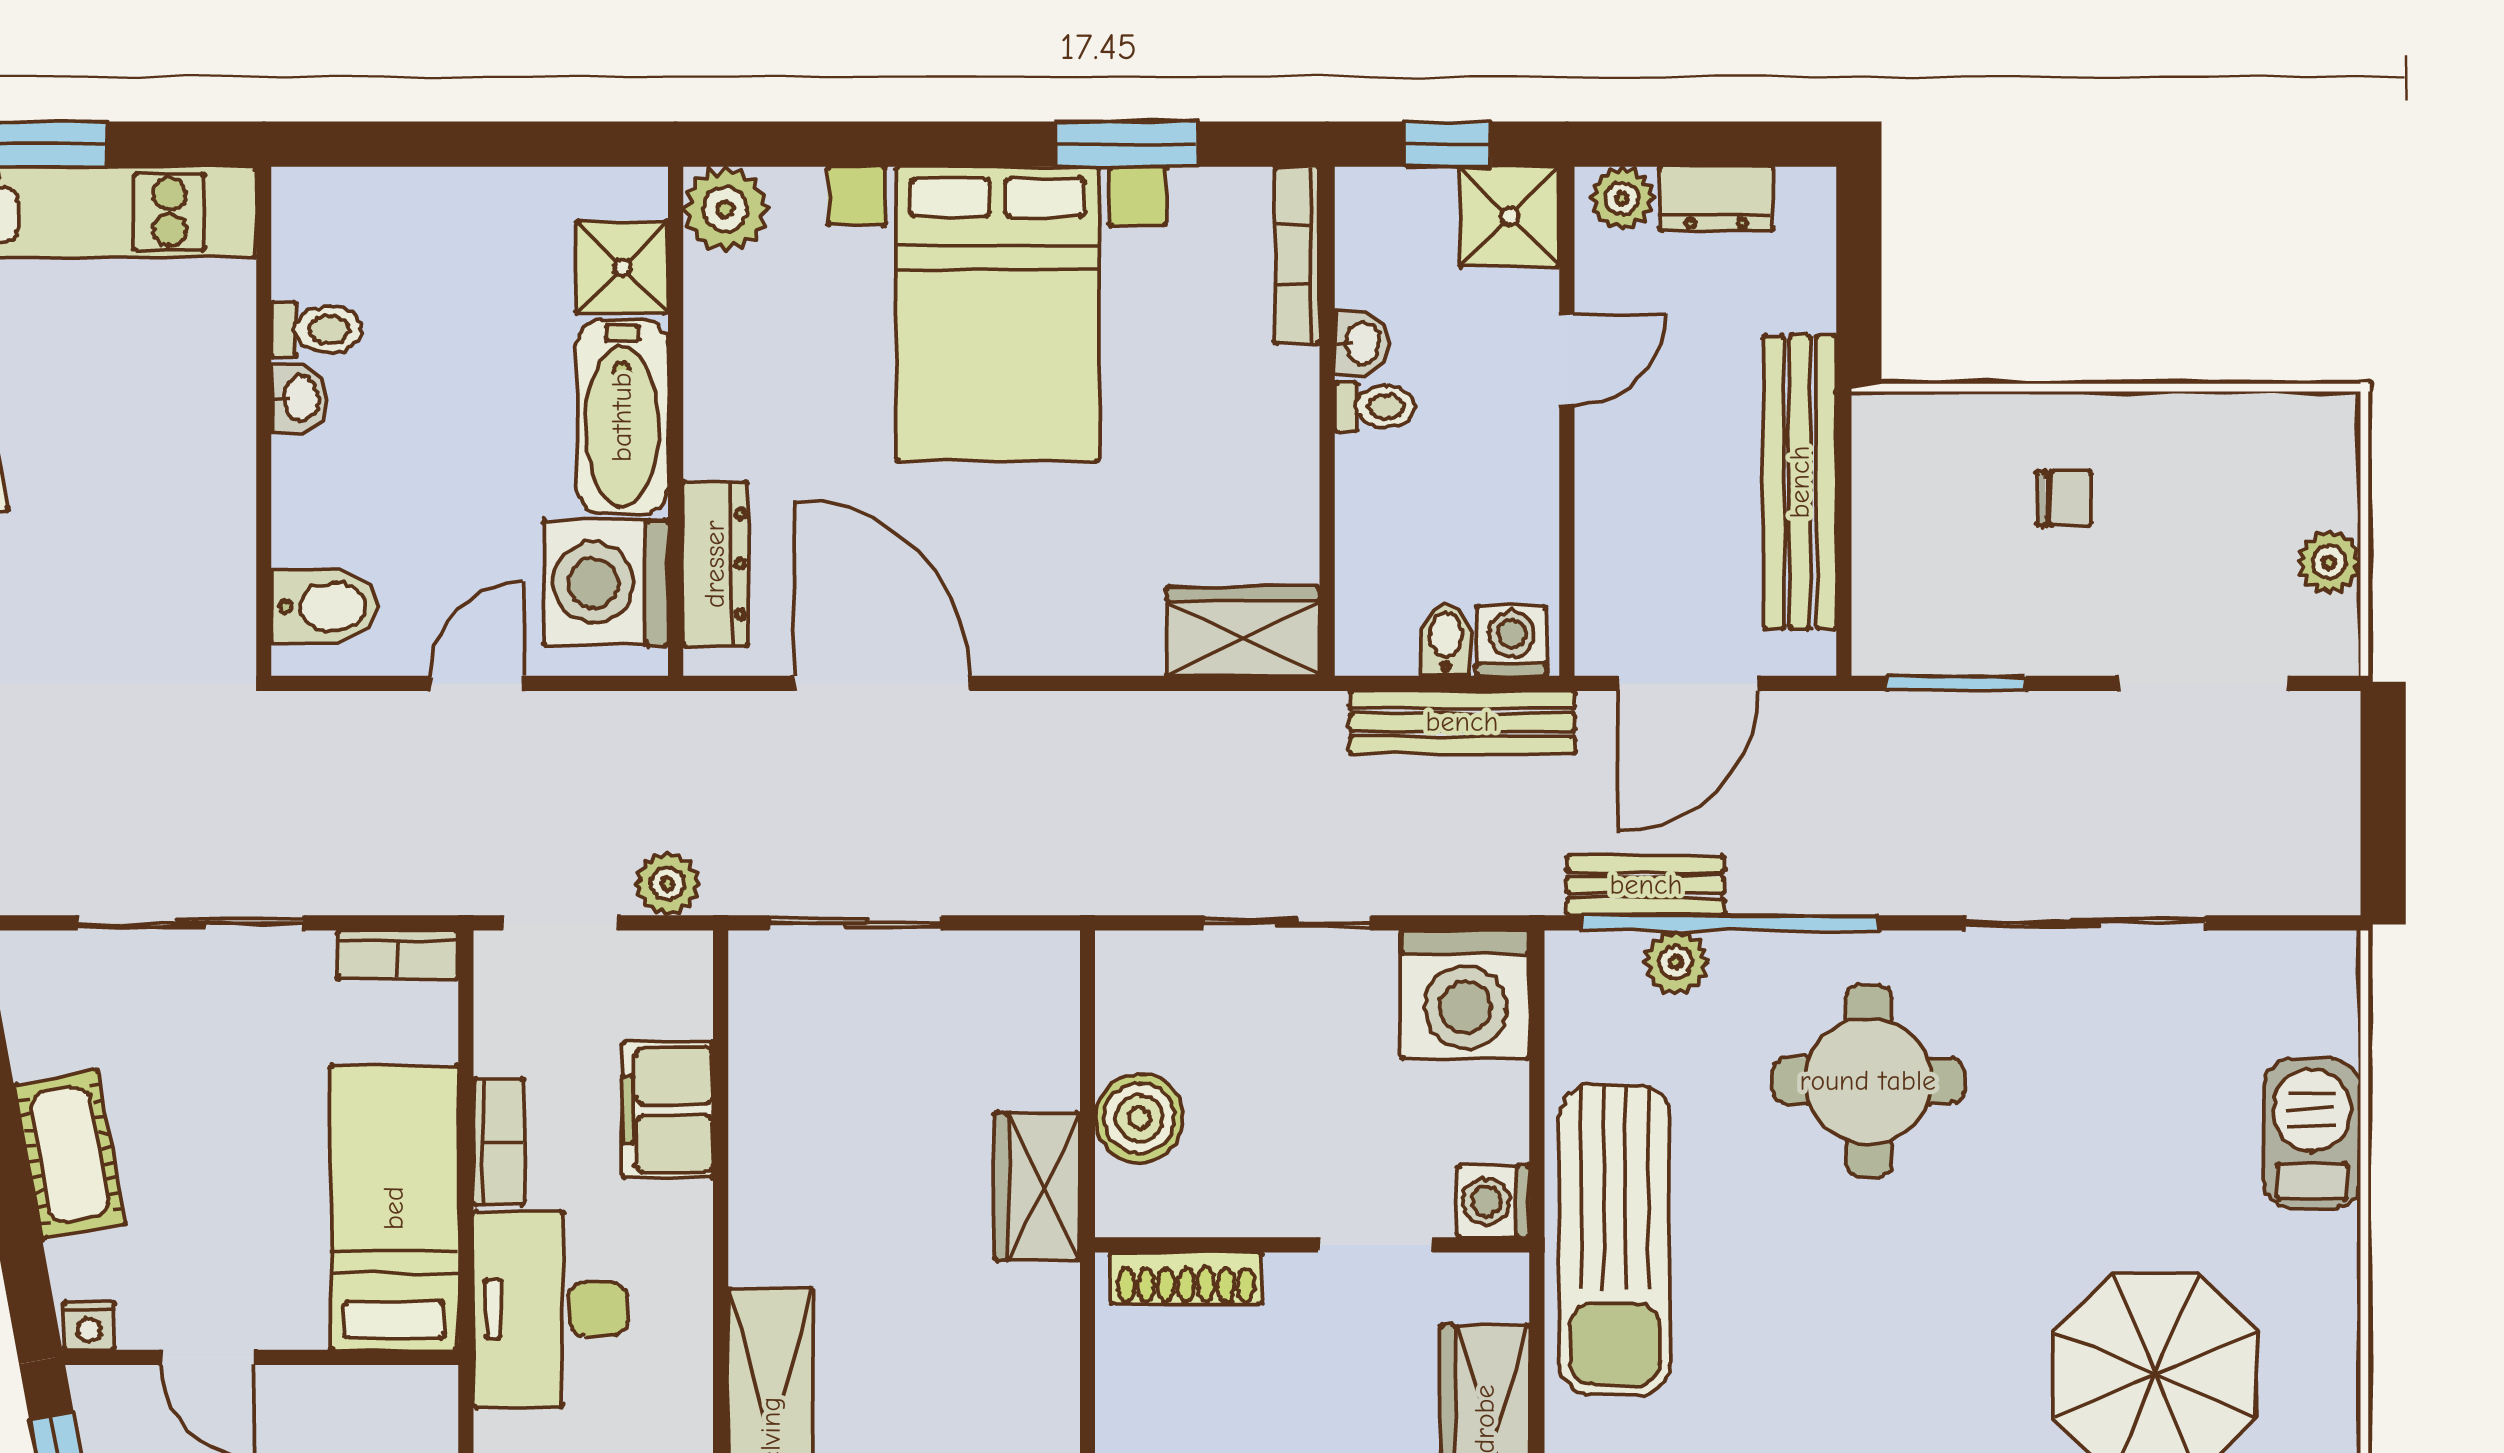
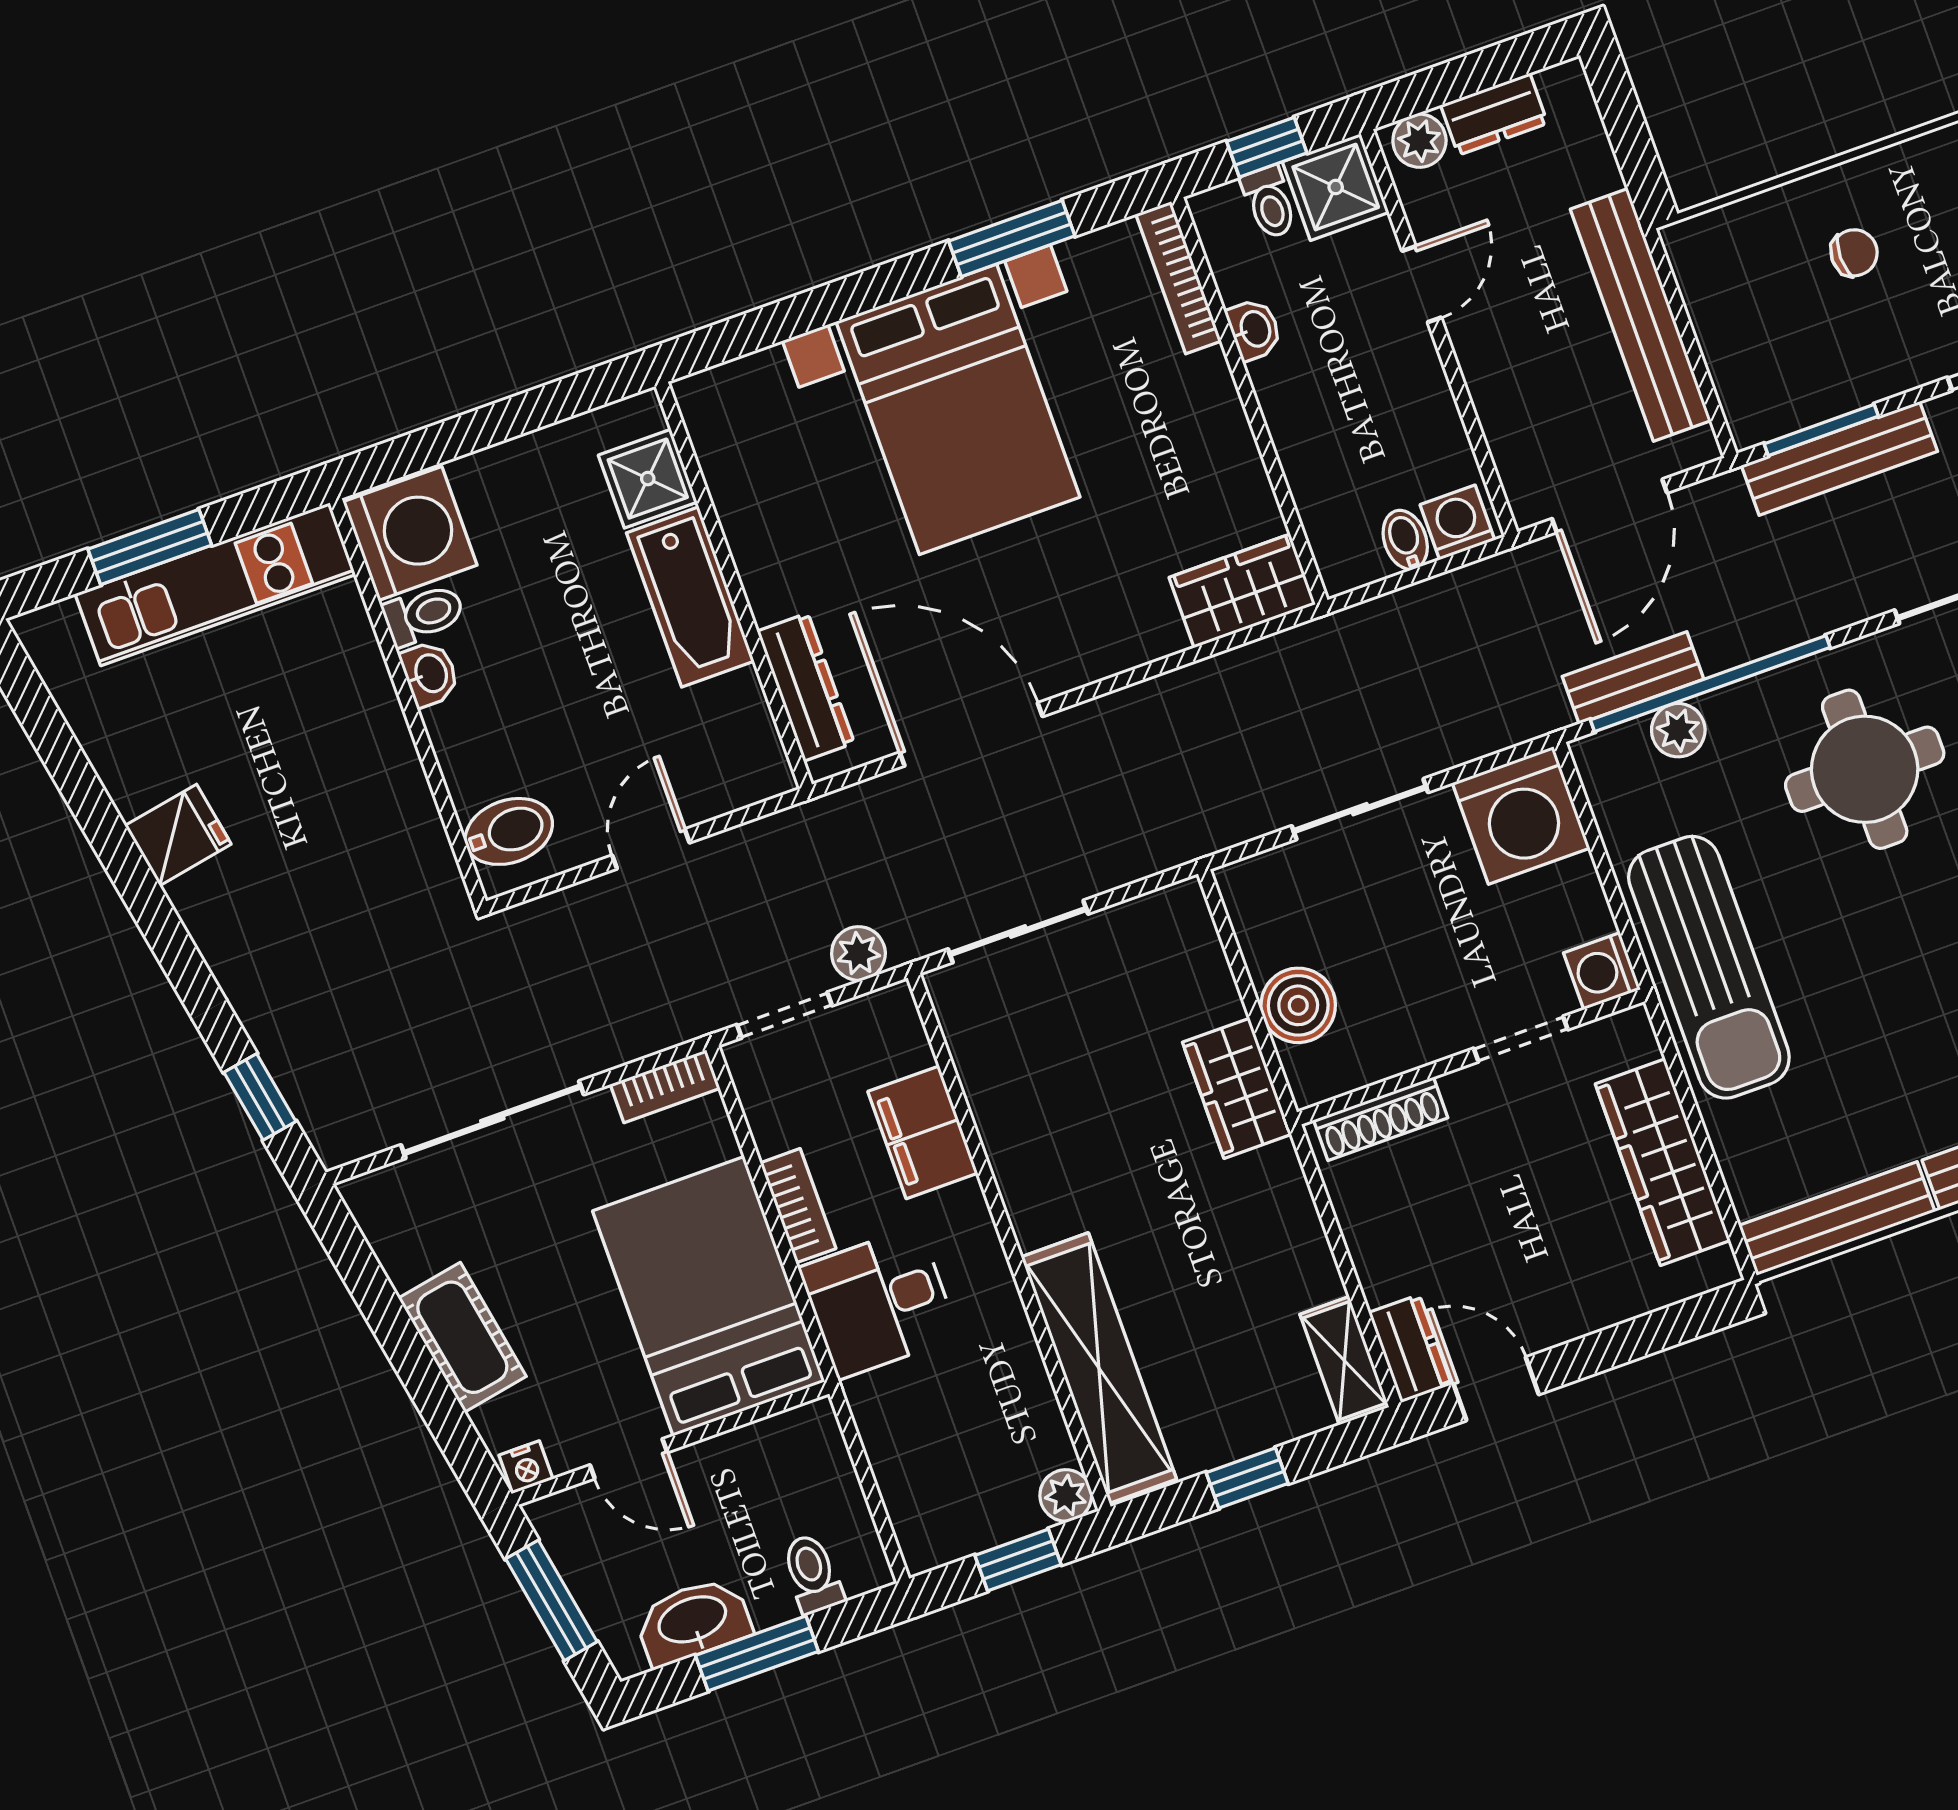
plant: (726, 209) -> (713, 403), removed
toilet: (1375, 407) -> (1269, 202), moved, turned 90
washing machine: (606, 583) -> (410, 533), moved, turned 180
bench: (1462, 722) -> (1839, 458), moved
bed: (394, 1208) -> (709, 1296), width x1.50
desk: (550, 1309) -> (879, 1302), width x0.73

